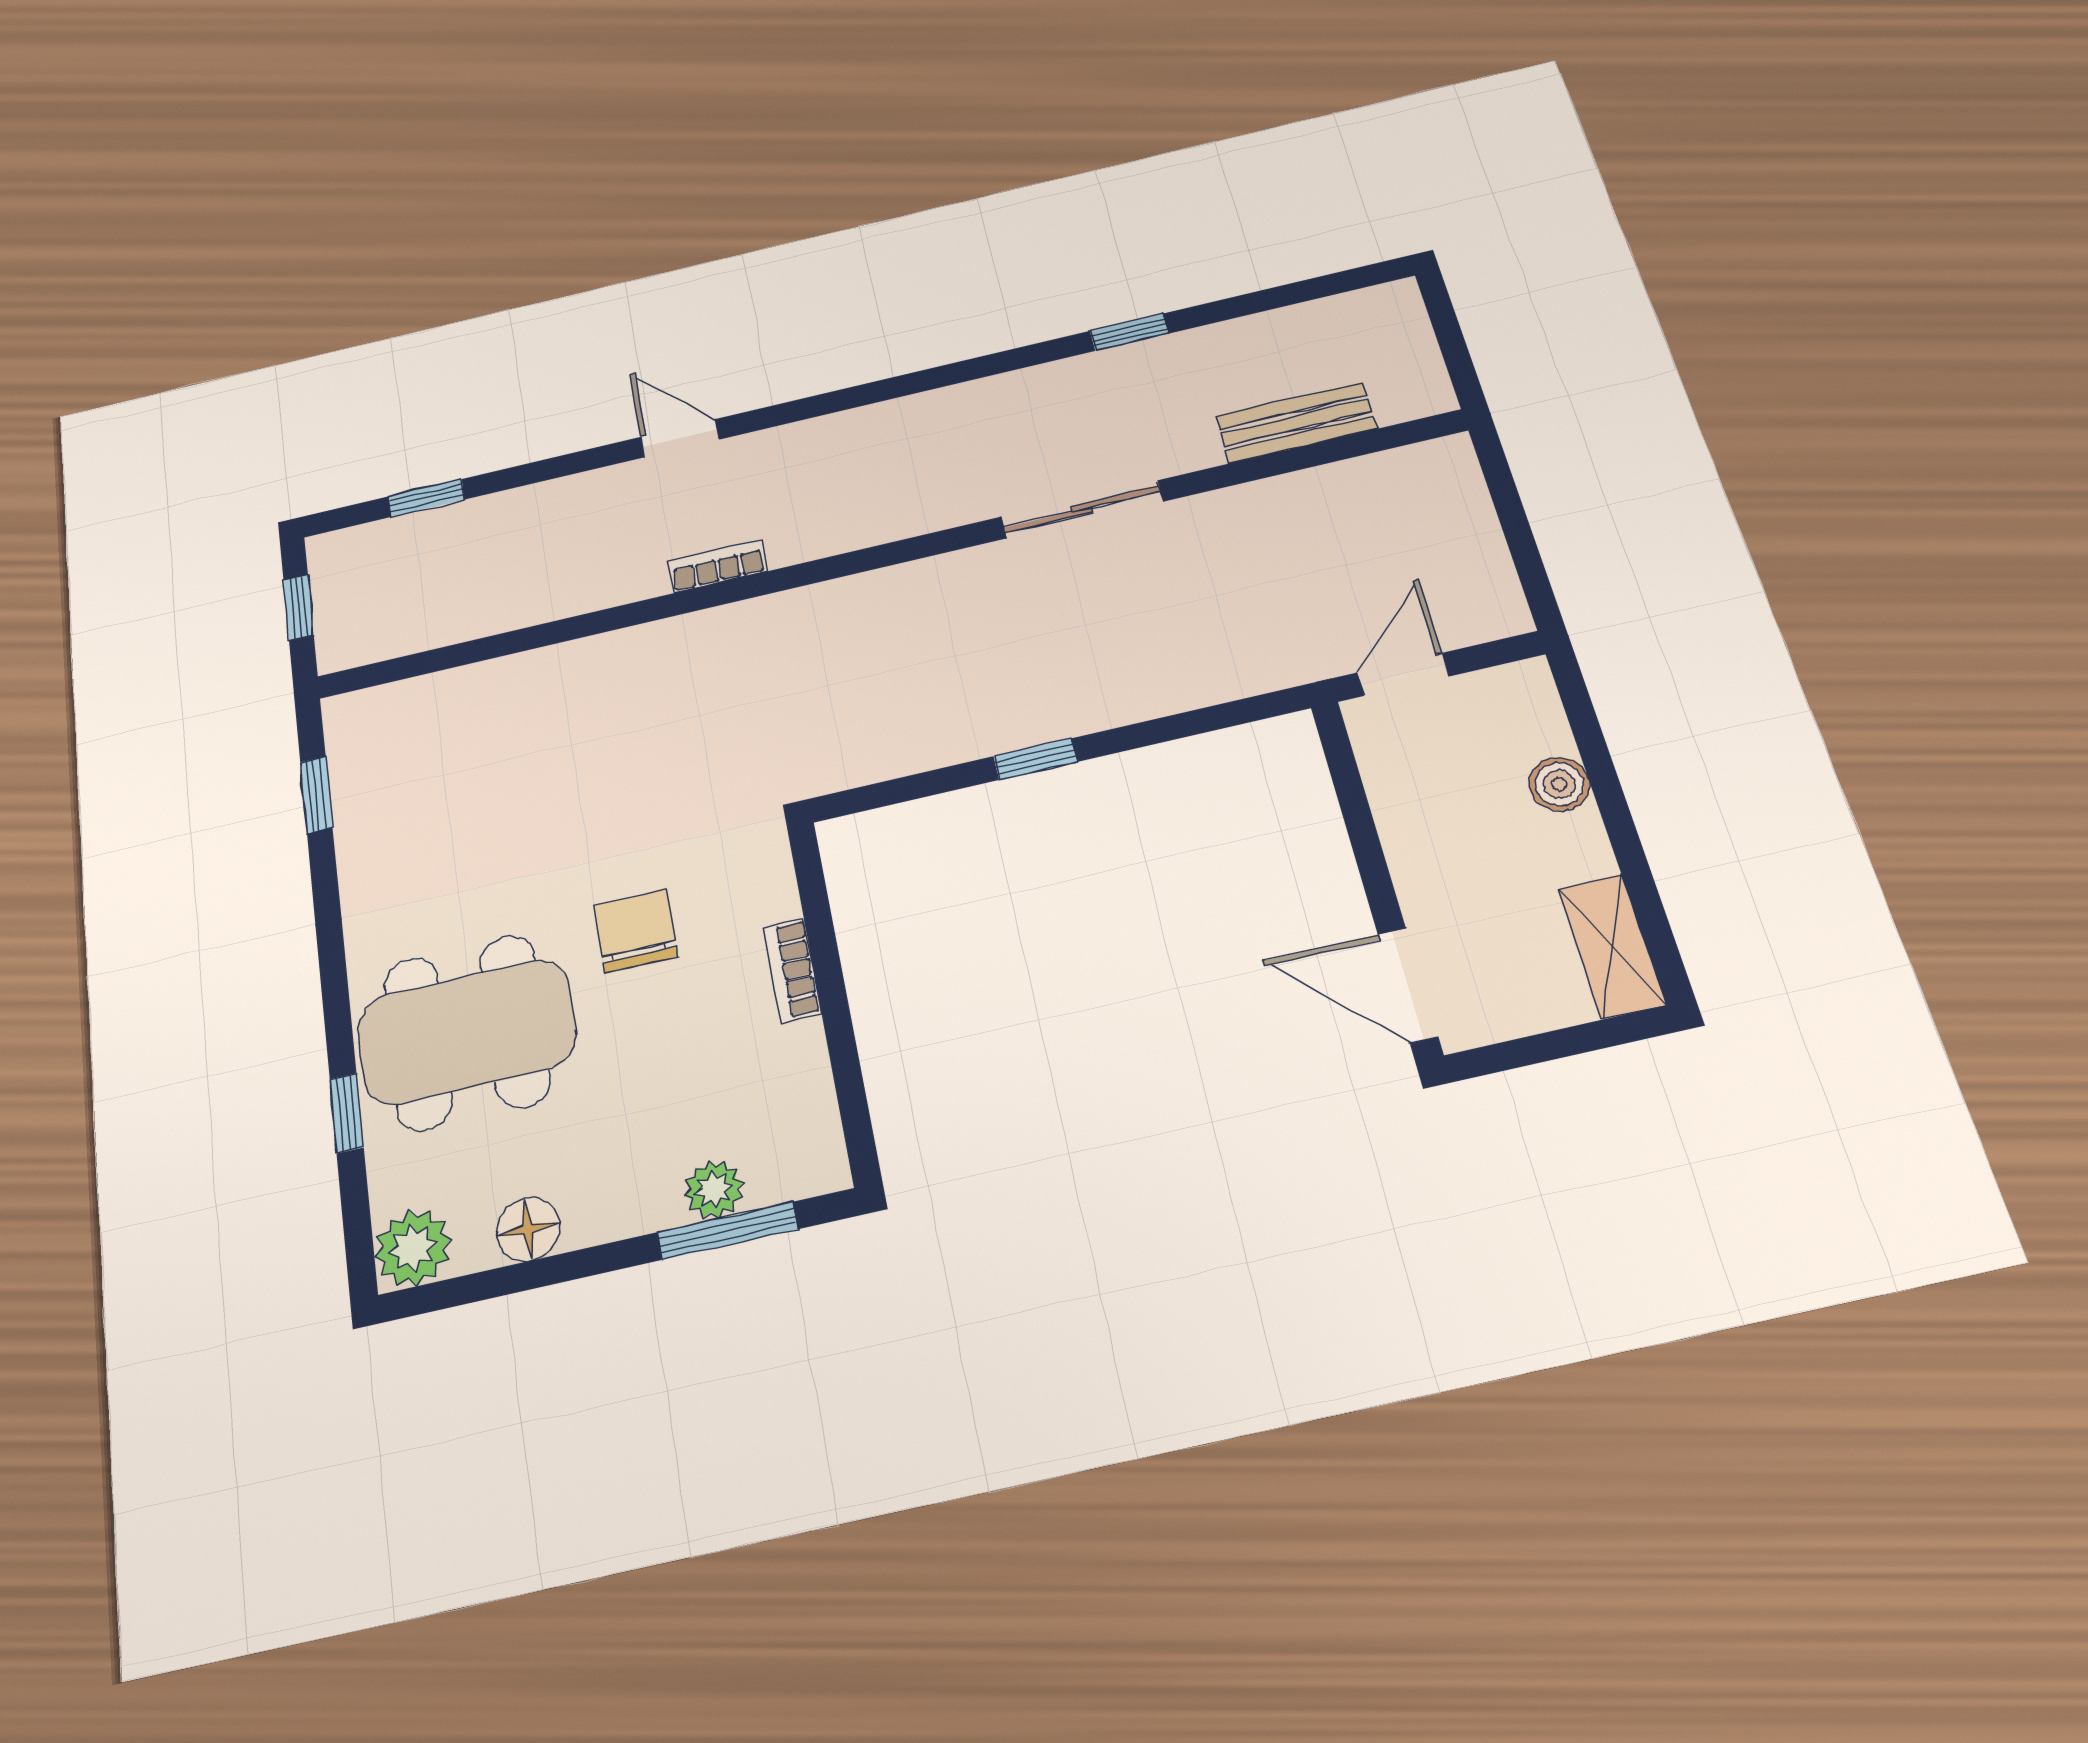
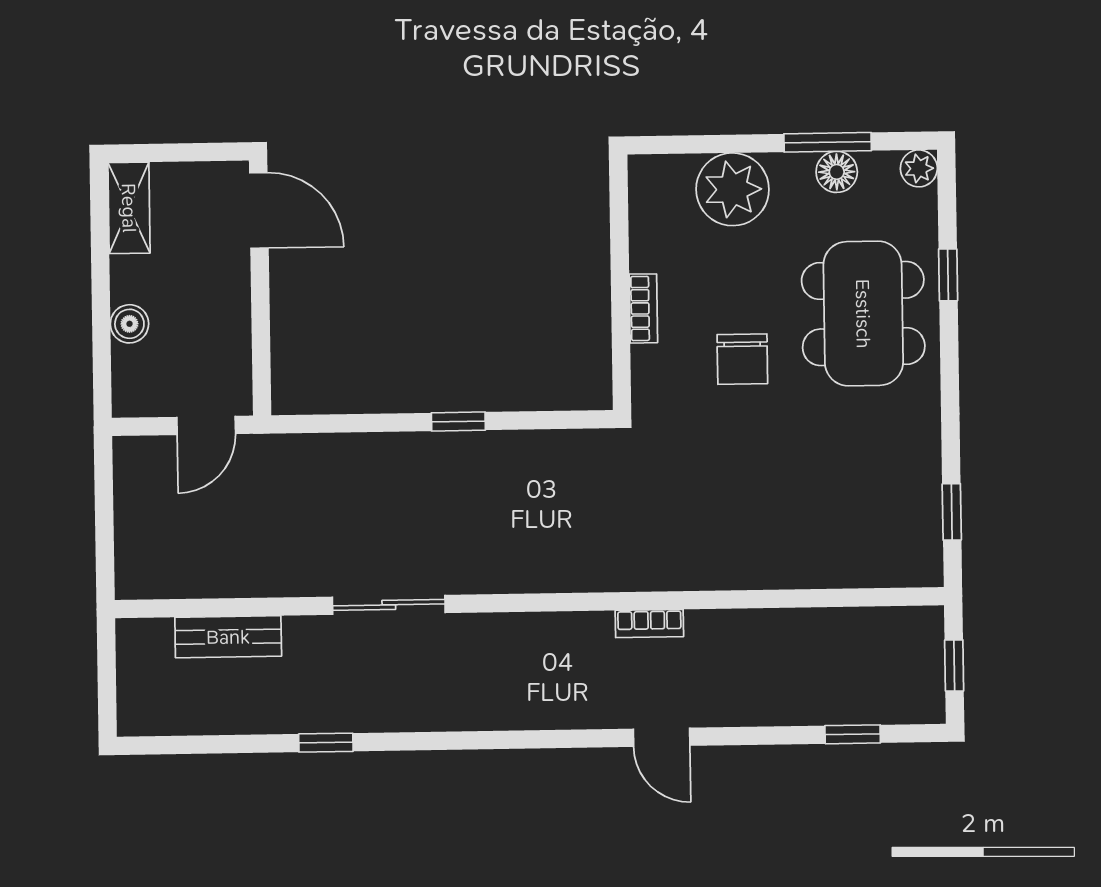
dining table: (467, 1032) -> (863, 314), turned 90
plant: (714, 1189) -> (733, 189), width x1.87, depth x1.87
window: (727, 1231) -> (828, 142), moved
plant: (413, 1248) -> (919, 168), width x0.73, depth x0.73

